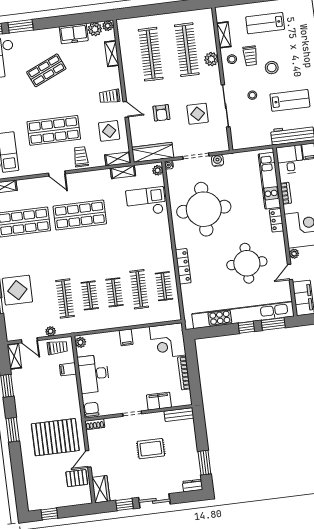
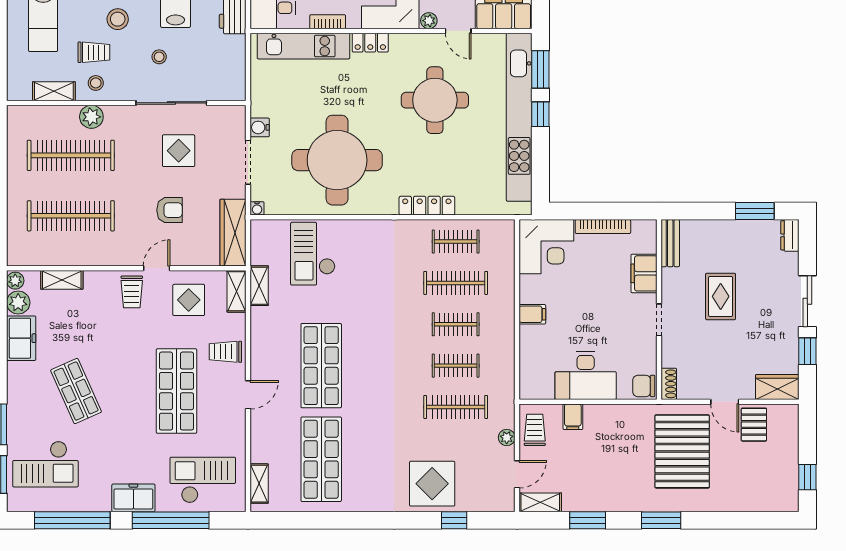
plant: (158, 170) -> (264, 228), removed
plant: (80, 342) -> (531, 391), removed

